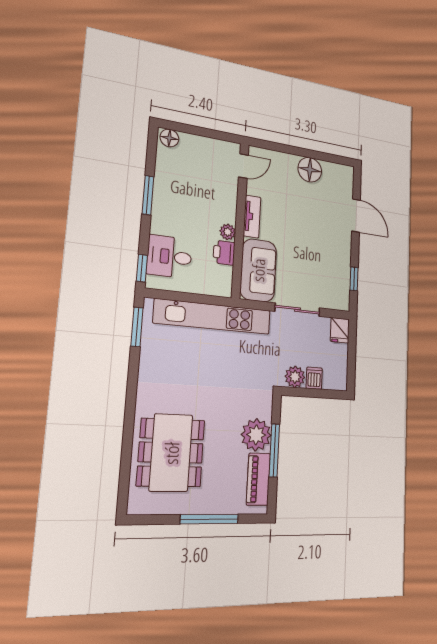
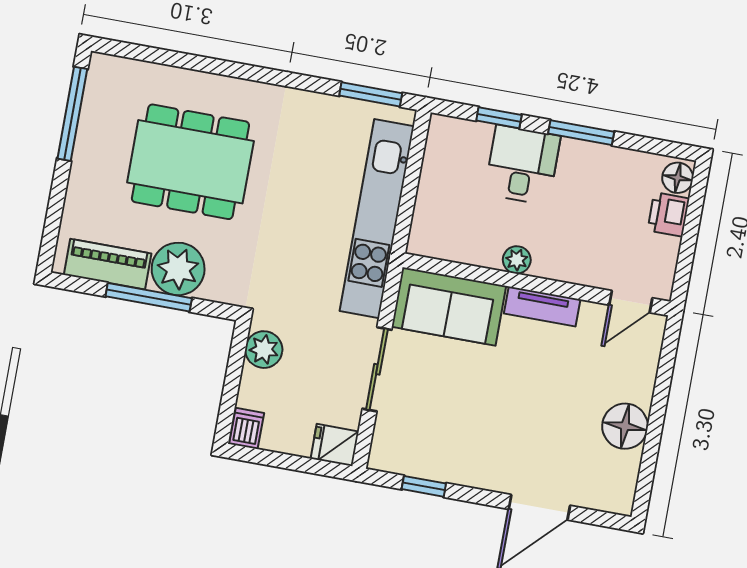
door: (243, 166) -> (631, 302), hinge flipped
printer: (224, 253) -> (668, 214), moved, turned -90
desk: (169, 257) -> (522, 165), moved
window: (142, 268) -> (499, 118), moved
dishwasher: (314, 378) -> (247, 428), moved, turned -90
dining table: (171, 453) -> (190, 162), moved
window: (209, 519) -> (72, 114), moved

